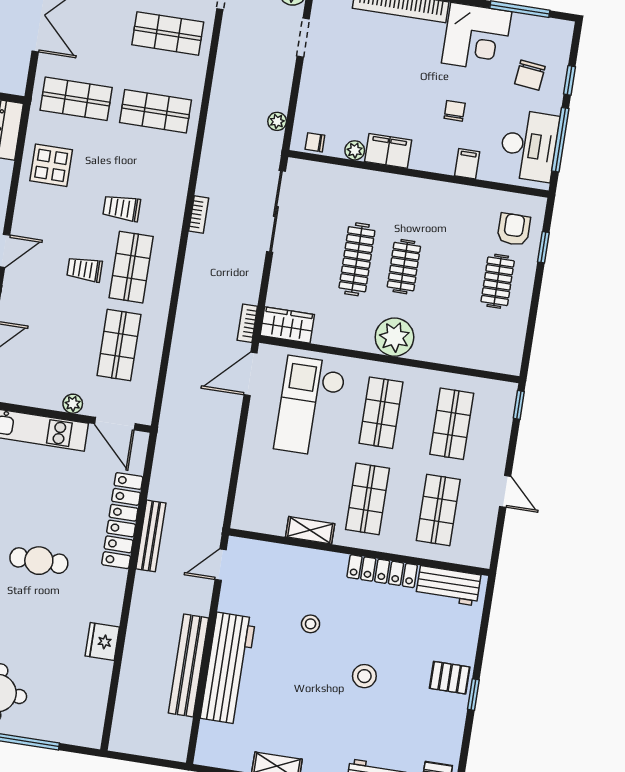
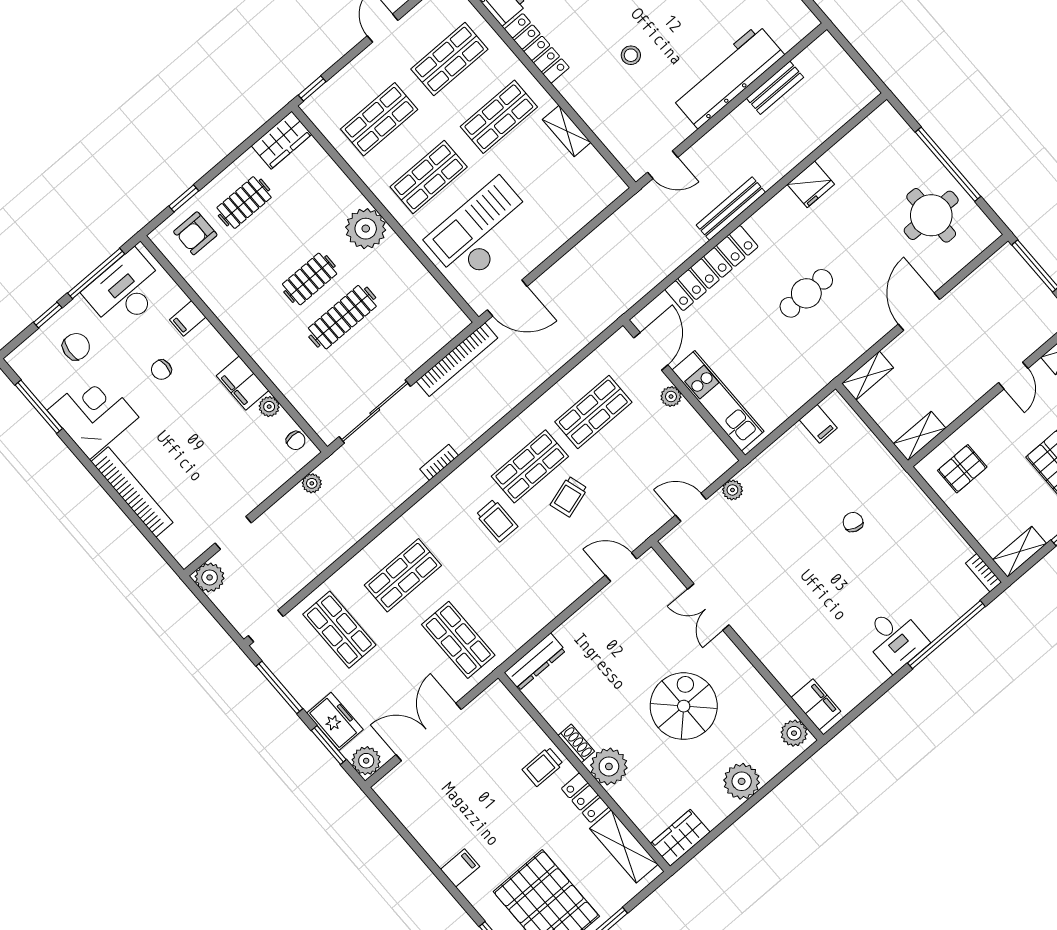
shop shelf: (156, 111) -> (403, 575), turned 90
display table: (51, 165) -> (524, 604), removed
trolley: (85, 269) -> (569, 497), turned 73
bookcase: (247, 323) -> (457, 360), width x2.31, depth x1.31
wardrobe: (287, 325) -> (281, 140), moved, turned -90
checkout: (310, 406) -> (481, 231), turned 180
bench: (151, 536) -> (731, 209), moved
cafe table: (39, 561) -> (806, 293), turned 90
bench: (189, 665) -> (775, 88), width x0.54, depth x0.82

